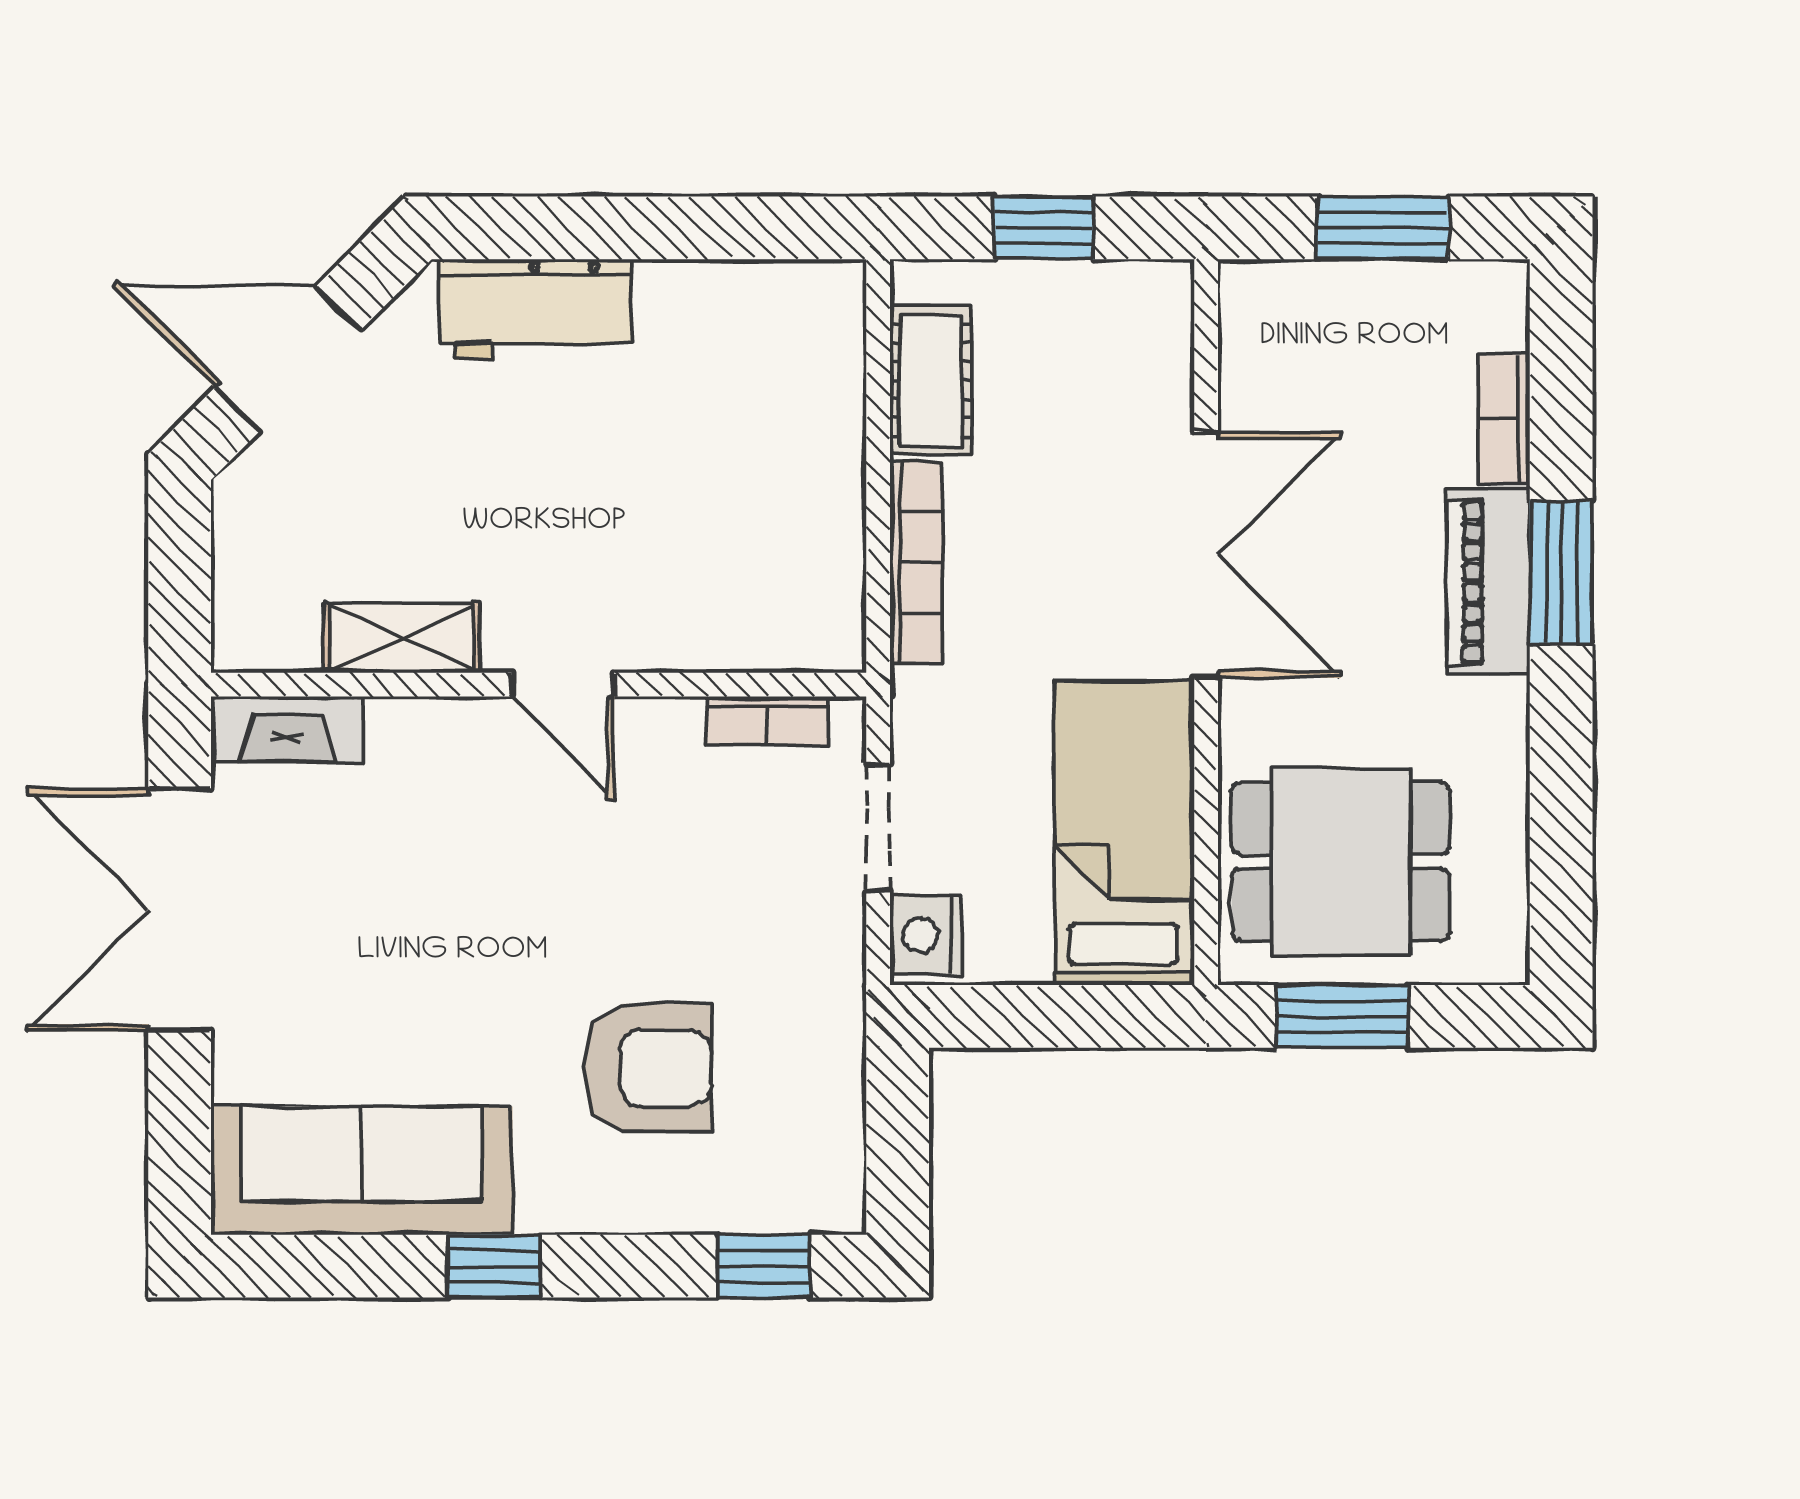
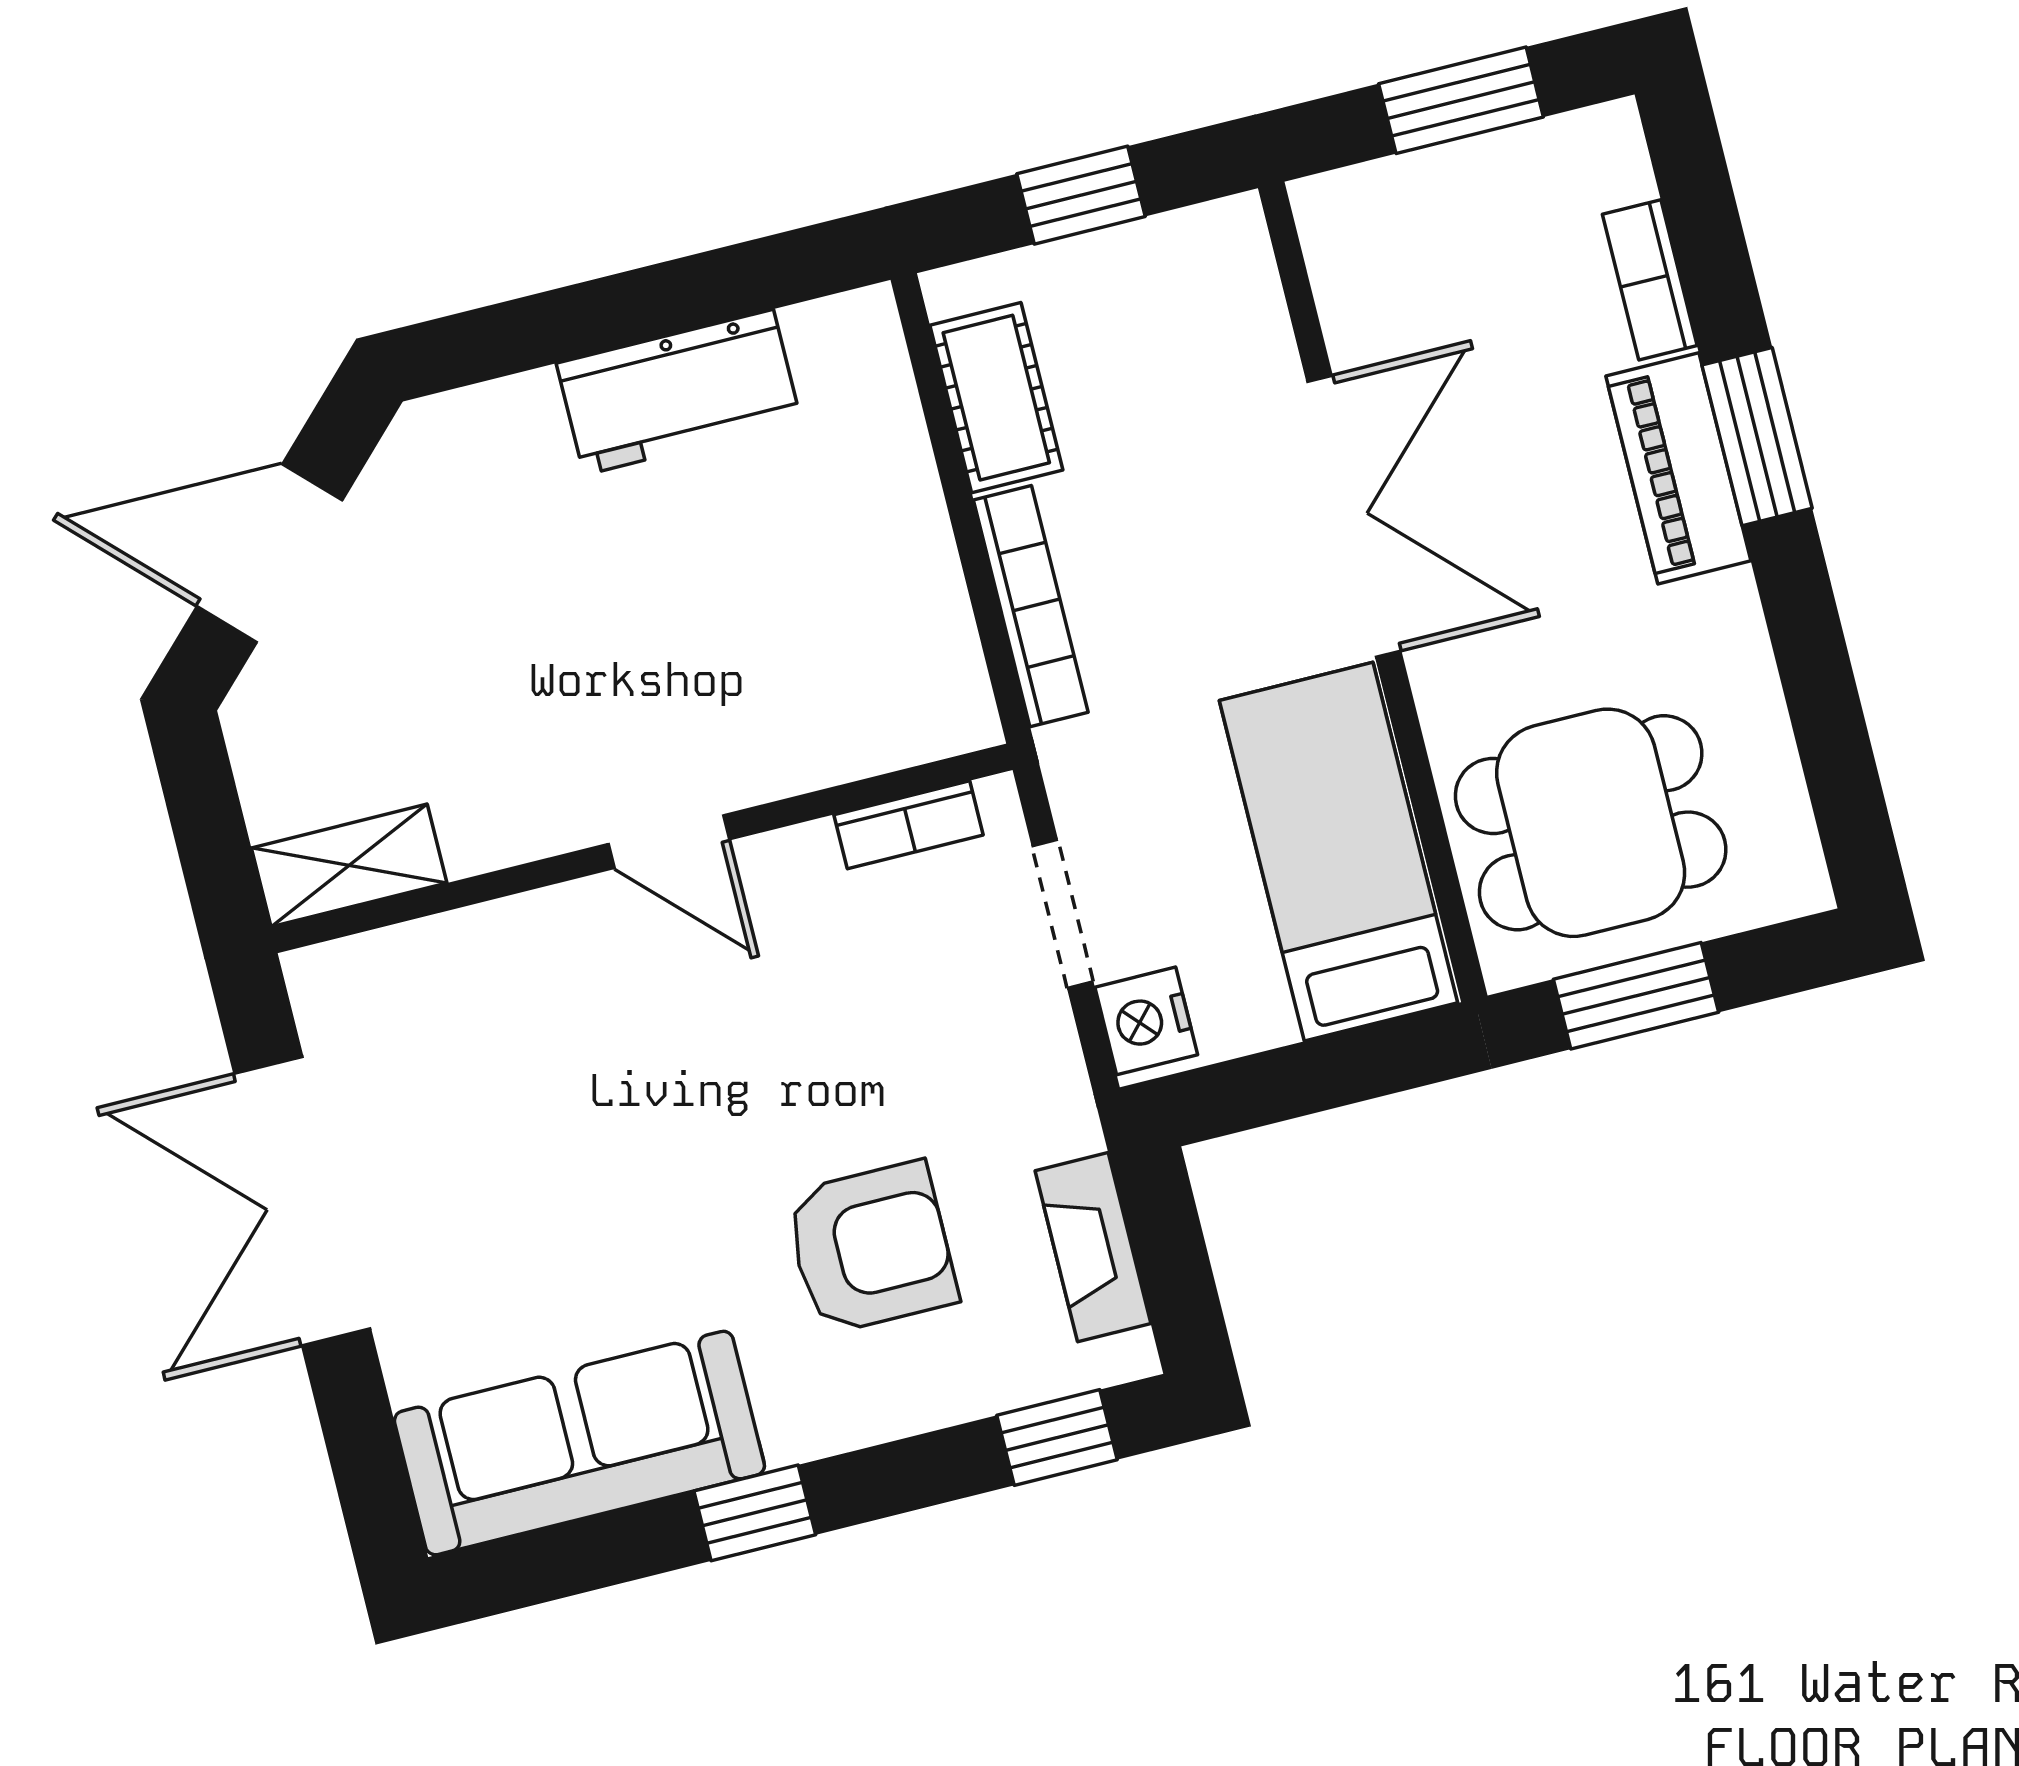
workbench: (535, 309) -> (679, 392), moved
shelving: (402, 638) -> (349, 865), moved
fireplace: (287, 729) -> (1093, 1247), moved, turned 90

